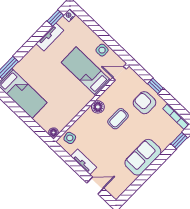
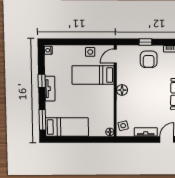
window: (55, 18) -> (42, 81), moved
tv unit: (50, 37) -> (50, 89), moved
armchair: (144, 103) -> (149, 59), turned -90
coffee table: (118, 119) -> (142, 85), removed

